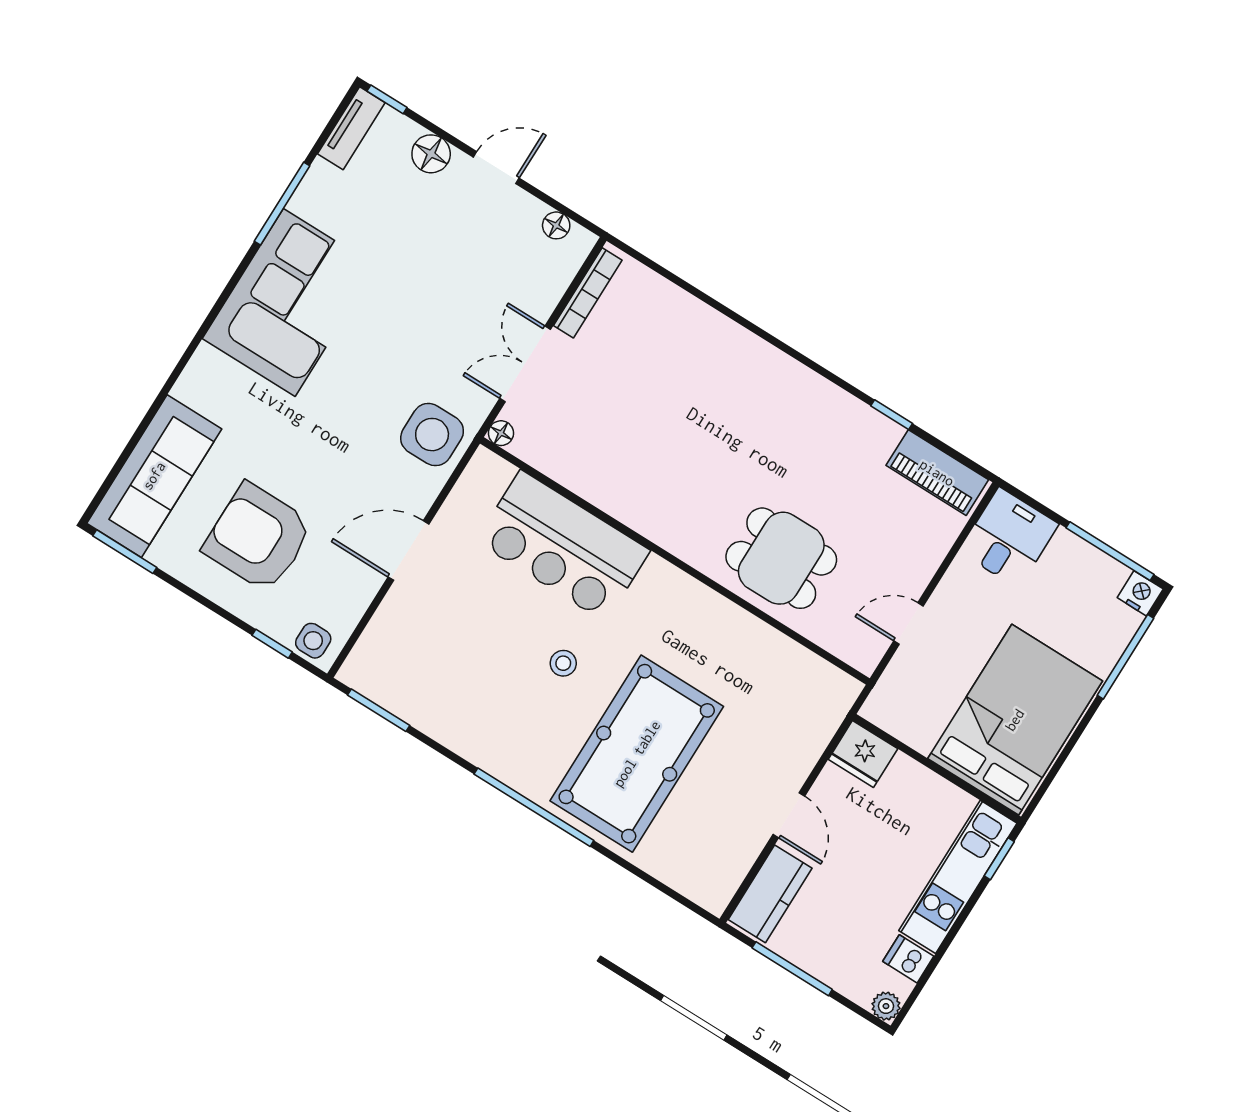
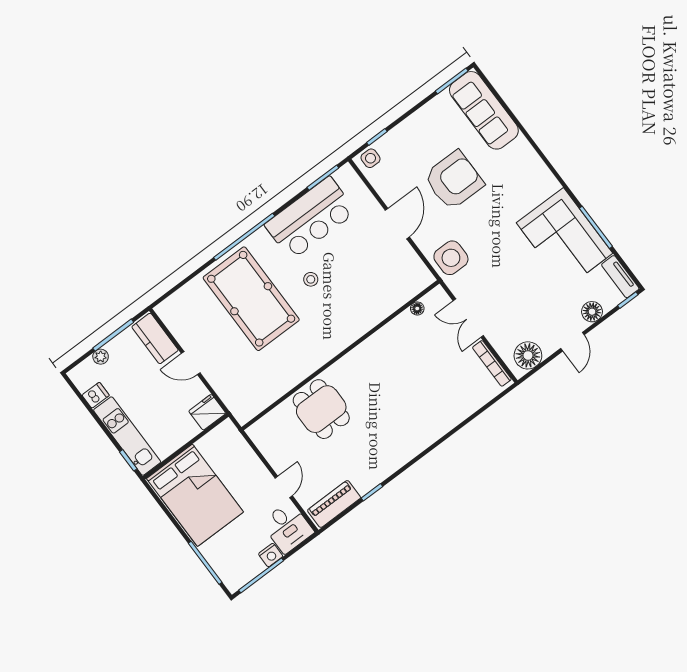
floor lamp: (556, 225) -> (528, 355), width x1.89, depth x1.89
corner sofa: (289, 303) -> (565, 238), moved
double door: (525, 364) -> (468, 318), swing flipped
floor lamp: (501, 433) -> (417, 308), moved
armchair: (258, 537) -> (454, 180), moved
bar counter: (563, 546) -> (310, 218), moved, turned 180
dining table: (781, 558) -> (321, 409), turned 90
nightstand: (1140, 593) -> (271, 555), moved
door: (909, 624) -> (284, 487), moved
plant: (886, 1006) -> (101, 357), moved

